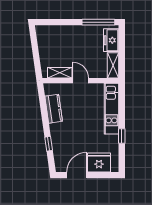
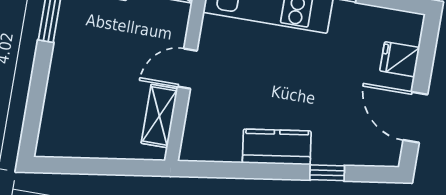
kitchen counter: (54, 109) -> (277, 147), moved
fridge: (99, 163) -> (400, 59), width x0.53, depth x0.75

